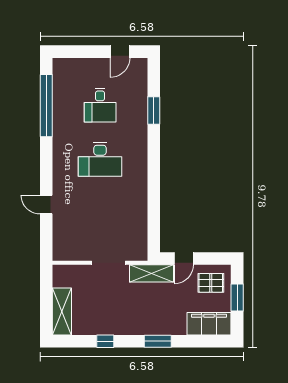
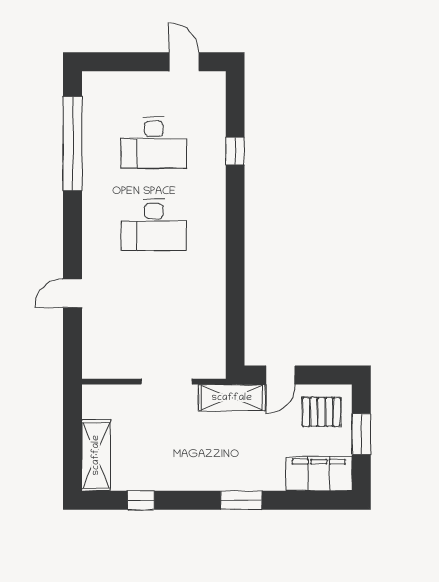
door: (120, 52) -> (184, 62), swing flipped
desk: (100, 105) -> (154, 143), width x1.37
window: (154, 111) -> (235, 151), width x0.67
door: (46, 204) -> (72, 293), hinge flipped
window: (105, 341) -> (141, 500), moved

